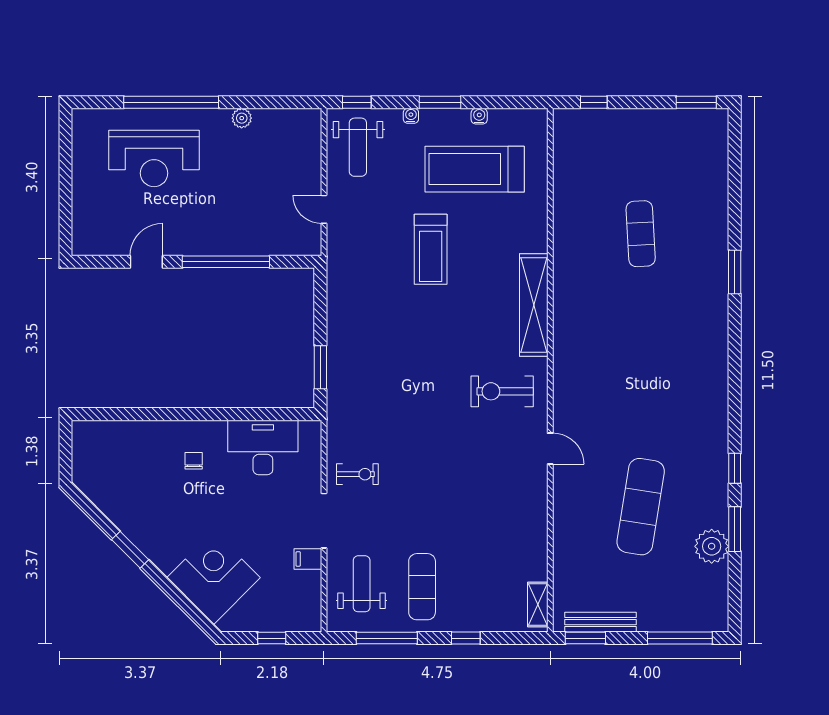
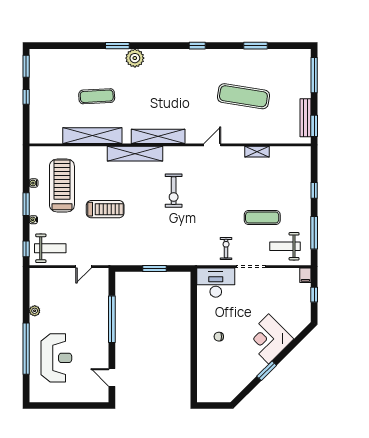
window: (594, 102) -> (26, 97), moved
treadmill: (475, 169) -> (62, 185), turned 180
shelving: (567, 226) -> (92, 136), added
door: (146, 262) -> (112, 377), moved
shelving: (566, 348) -> (158, 136), added
window: (320, 367) -> (155, 268), moved
exercise bike: (502, 391) -> (174, 191), moved
desk: (263, 448) -> (216, 283), moved, turned 90
window: (735, 468) -> (197, 46), moved
plant: (712, 546) -> (135, 58), moved
filing cabinet: (308, 559) -> (305, 275), moved
corner desk: (214, 578) -> (269, 339), moved
exercise mat: (422, 587) -> (262, 218), moved
shelving: (538, 604) -> (257, 152), moved

